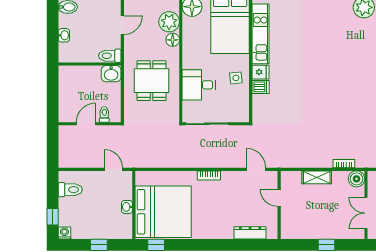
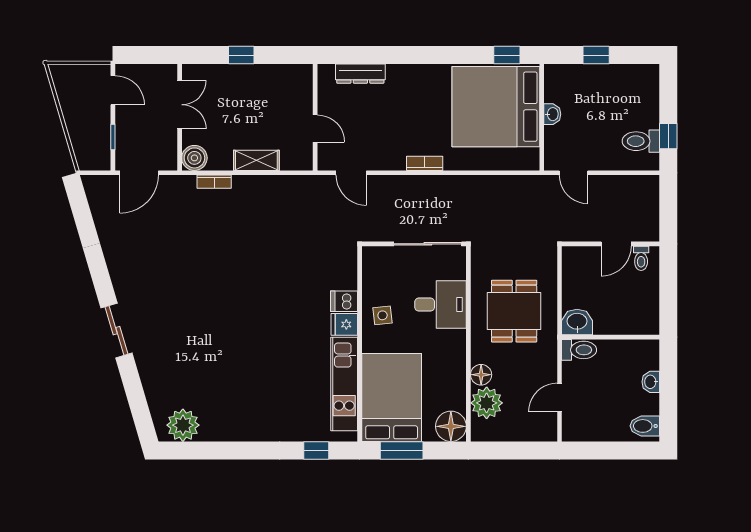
toilet: (104, 114) -> (641, 258), moved
window: (53, 217) -> (668, 136), moved
washing machine: (64, 233) -> (650, 74), removed

